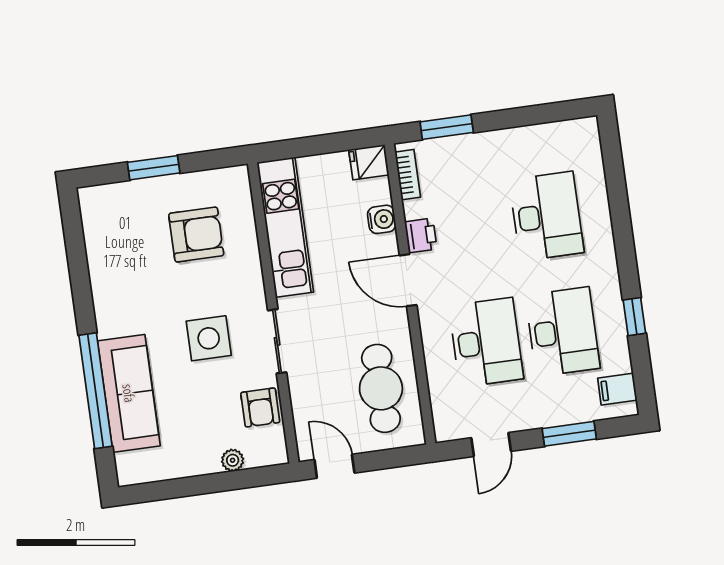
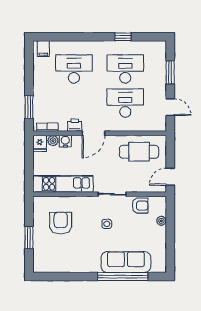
plant: (379, 191) -> (53, 141), added
side table: (209, 338) -> (107, 224), width x0.54, depth x0.54
filing cabinet: (617, 389) -> (43, 49), moved

